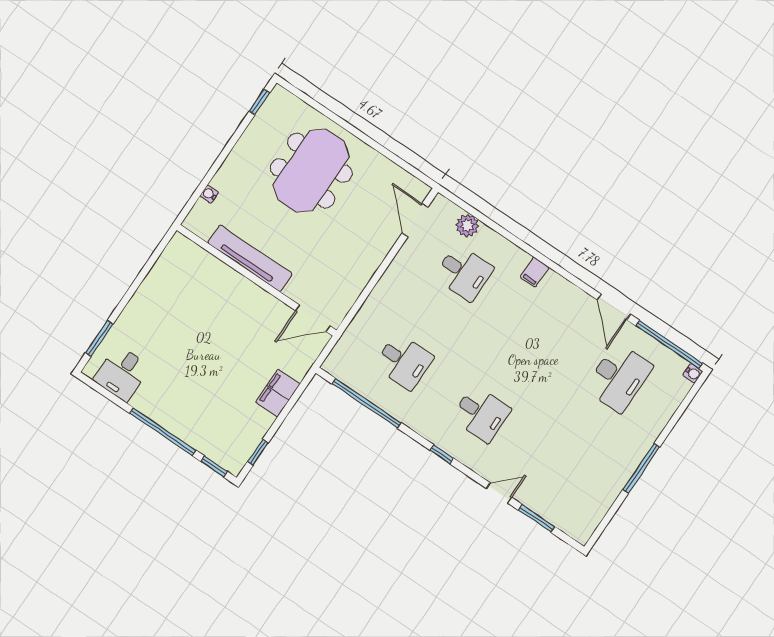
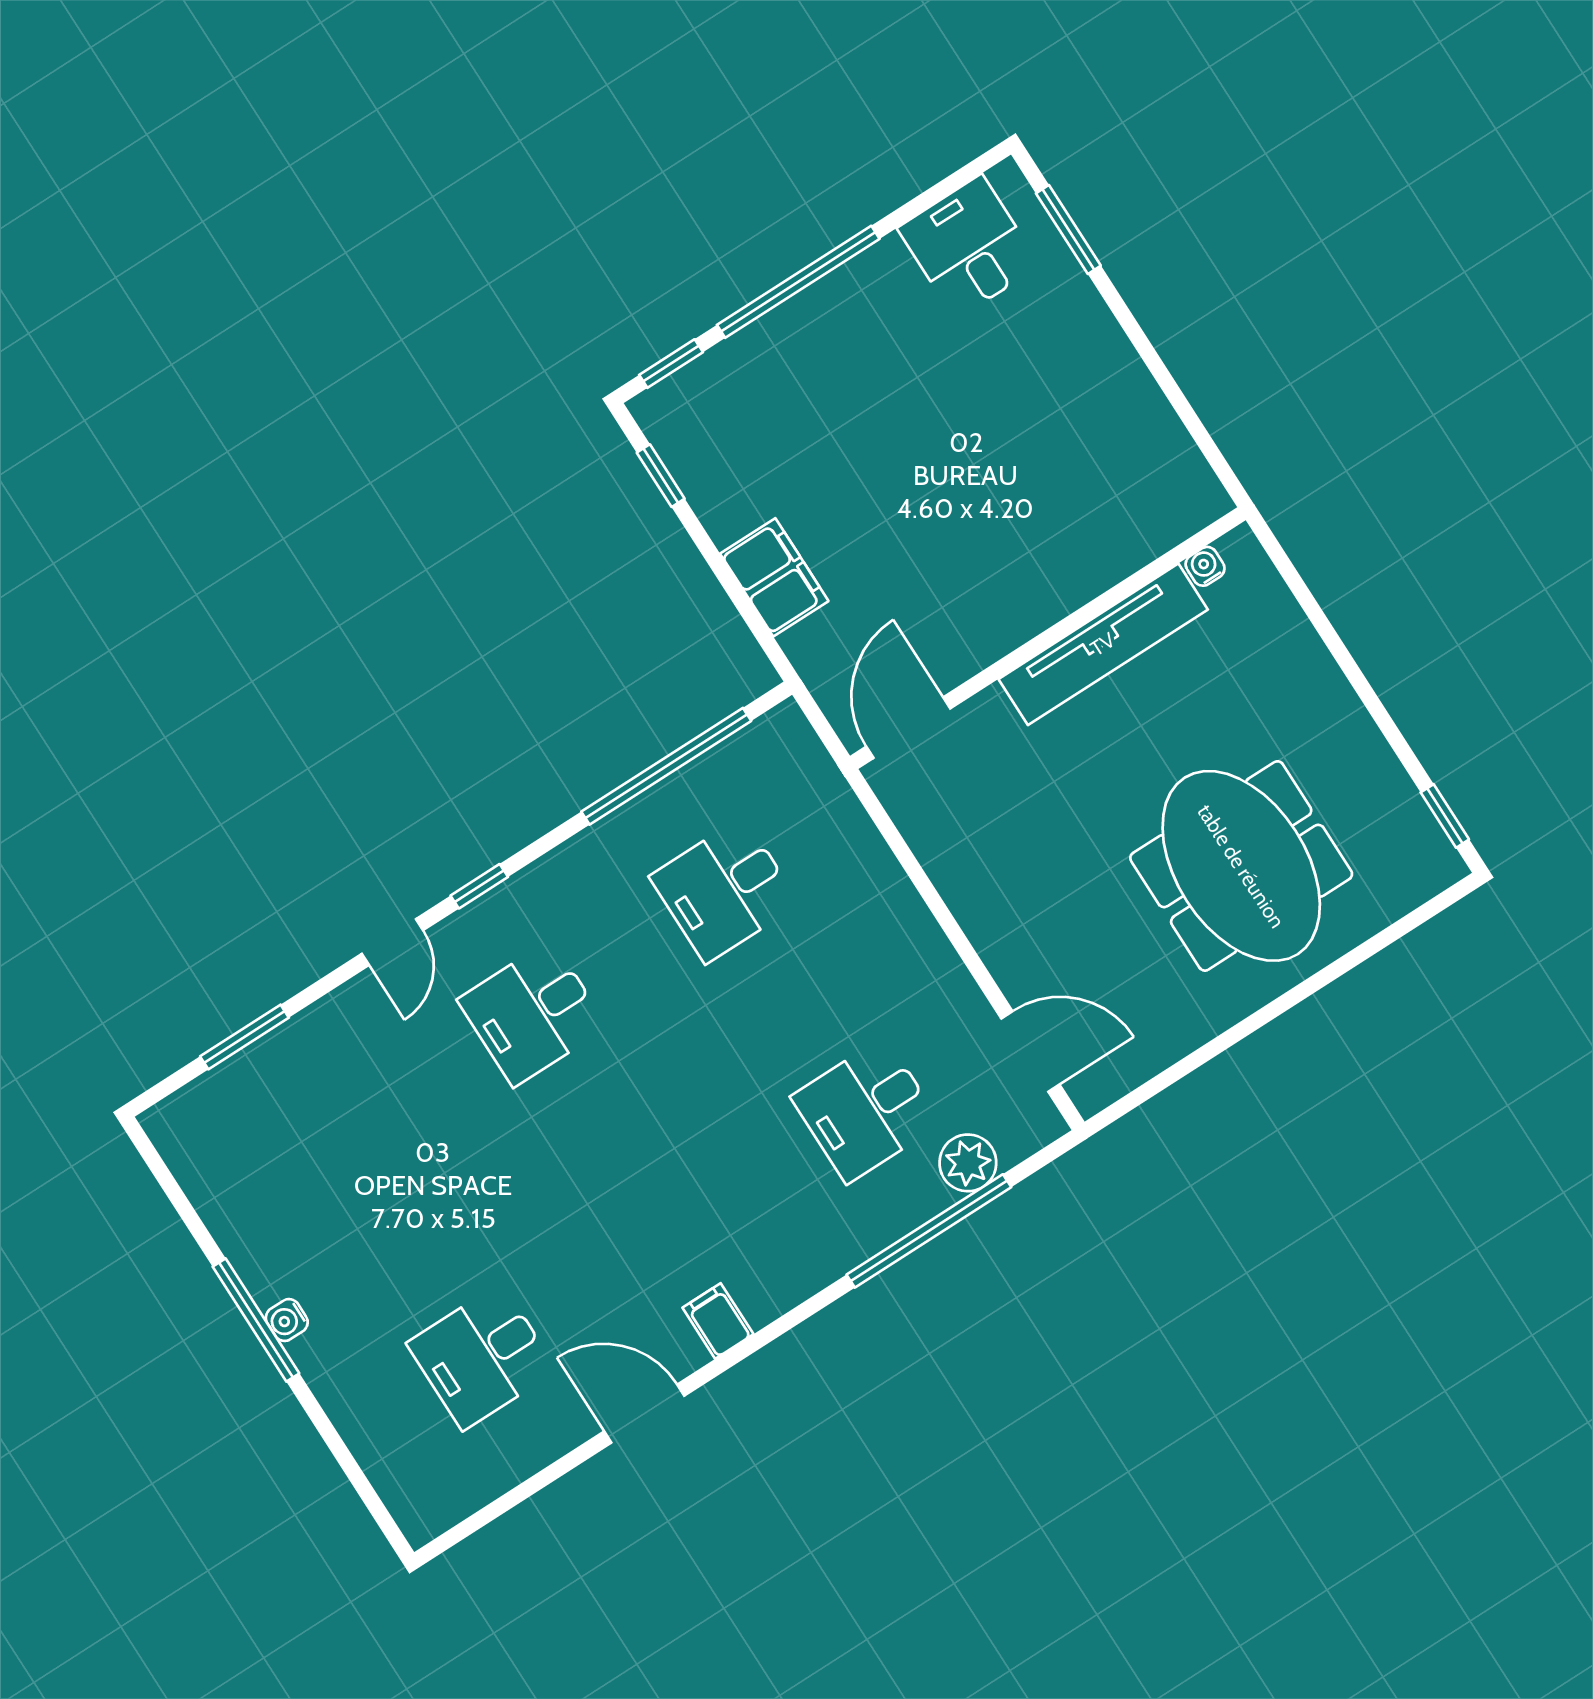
water cooler: (209, 194) -> (1205, 566), moved, turned -90
filing cabinet: (534, 272) -> (718, 1321), moved
window: (669, 344) -> (929, 1231), moved
water cooler: (693, 373) -> (287, 1320), moved
desk: (619, 377) -> (482, 1357), width x0.73
door: (499, 493) -> (392, 942), moved

